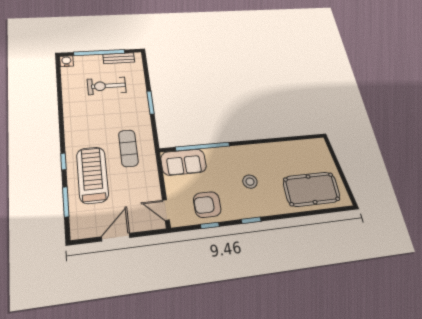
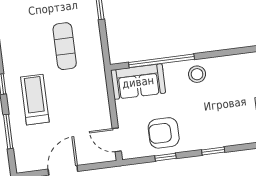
exercise mat: (128, 148) -> (65, 46), moved
treadmill: (92, 175) -> (35, 100), width x0.73, depth x0.73
stool: (250, 182) -> (197, 74), moved

